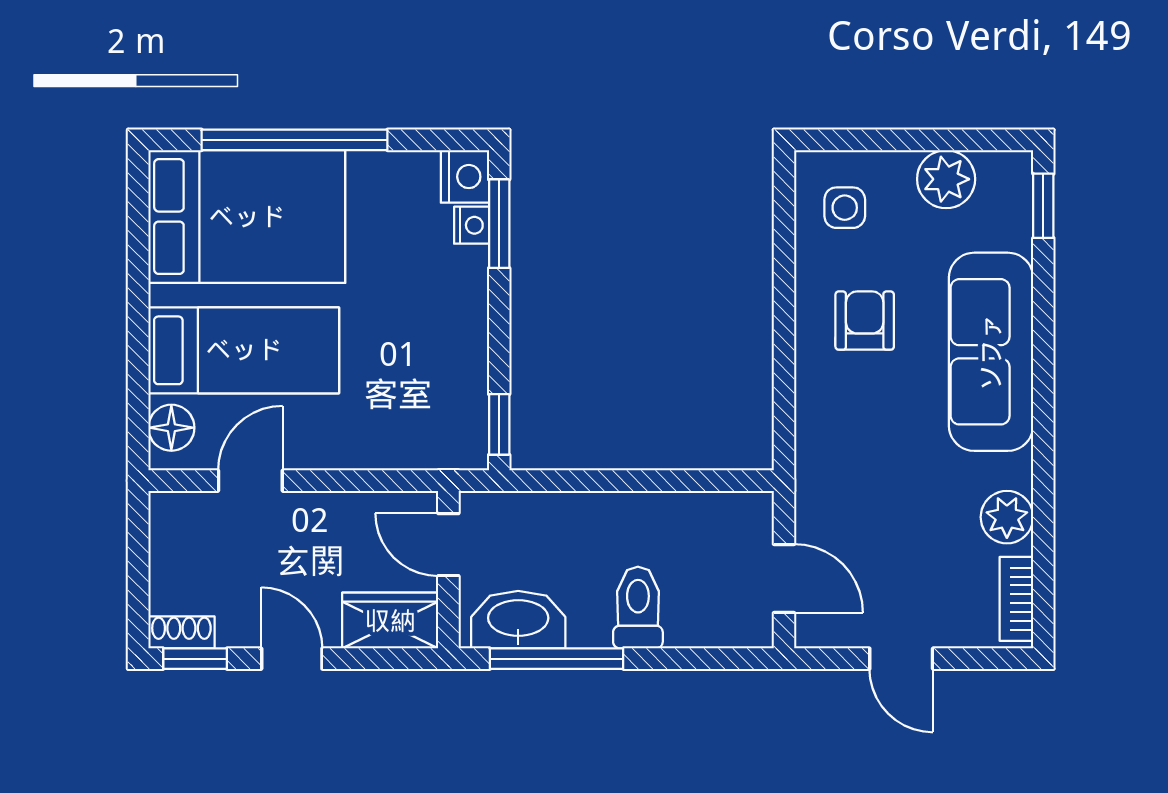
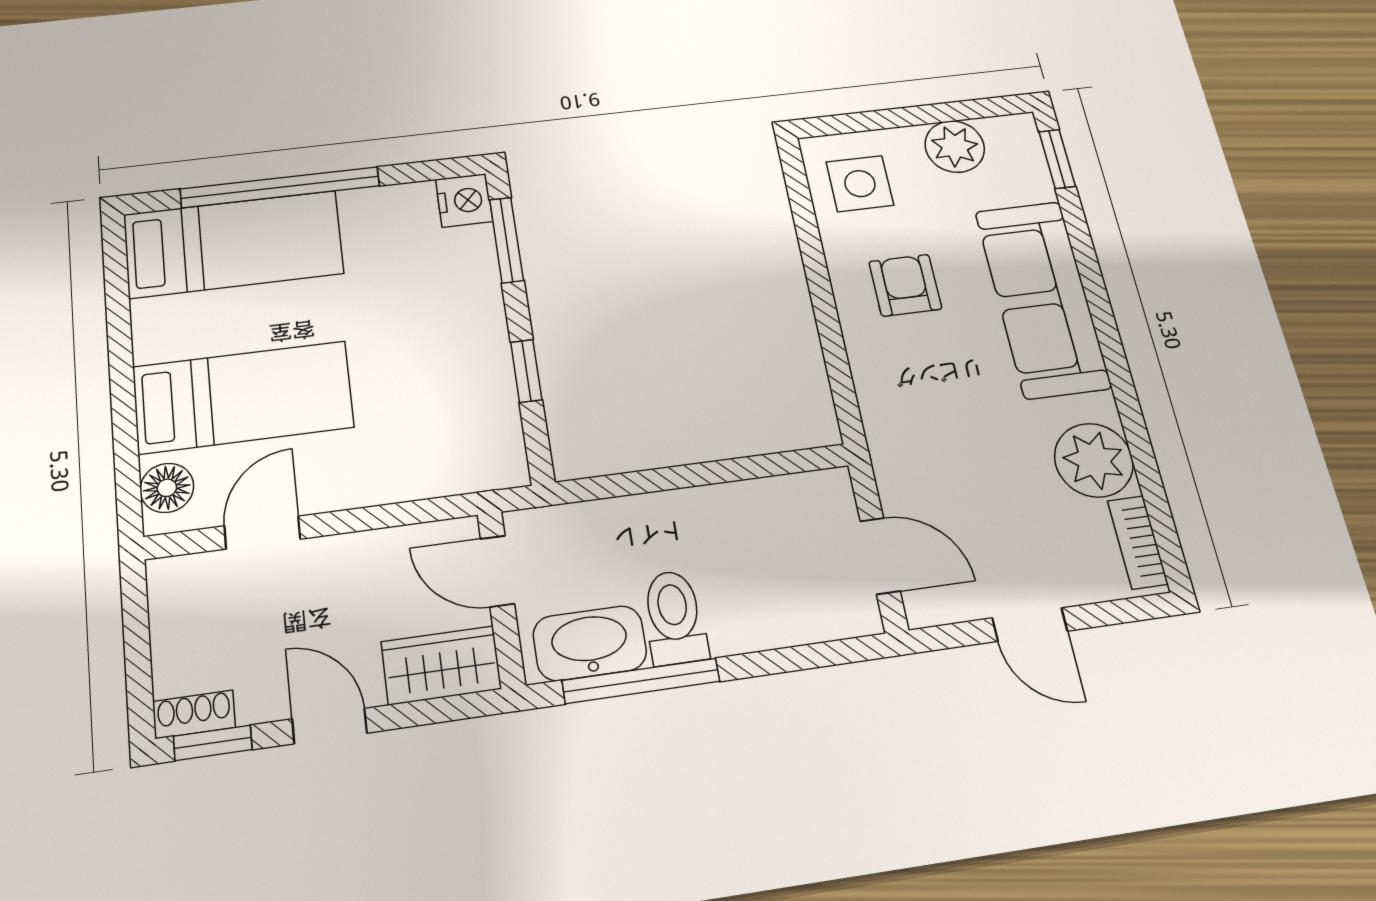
side table: (845, 208) -> (860, 184), width x1.37, depth x1.37
bed: (247, 217) -> (233, 244), width x0.67
nightstand: (472, 225) -> (478, 245), removed
window: (499, 424) -> (526, 371), moved
plant: (1007, 517) -> (1094, 460), width x1.36, depth x1.36
toilet: (638, 608) -> (674, 617), moved

